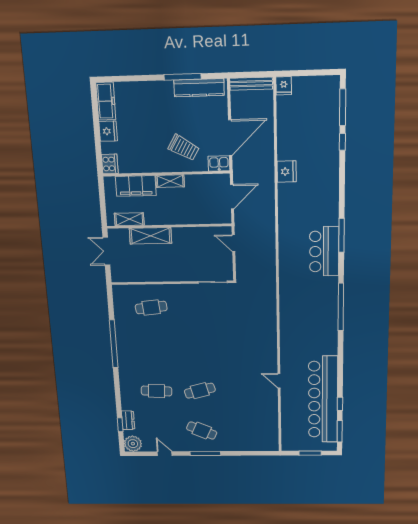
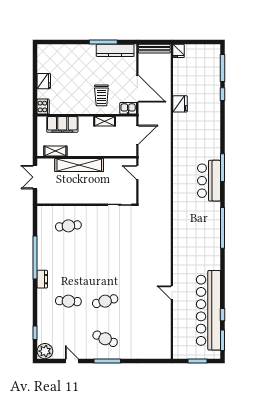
freezer: (106, 101) -> (44, 58), removed
door: (230, 138) -> (137, 89), hinge flipped
trolley: (184, 148) -> (101, 95), turned 60
fridge: (287, 172) -> (180, 104), moved
shelving: (170, 181) -> (105, 121), moved
shelving: (150, 236) -> (79, 165), width x1.47
dresser: (128, 420) -> (42, 279), moved

